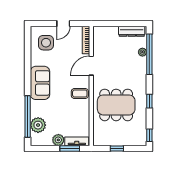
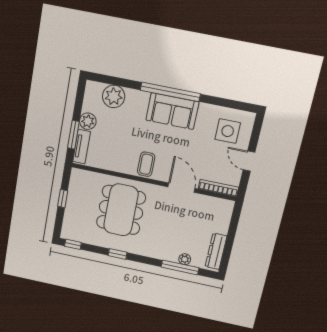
window: (149, 54) -> (180, 267), width x0.68
window: (28, 117) -> (170, 92), moved

